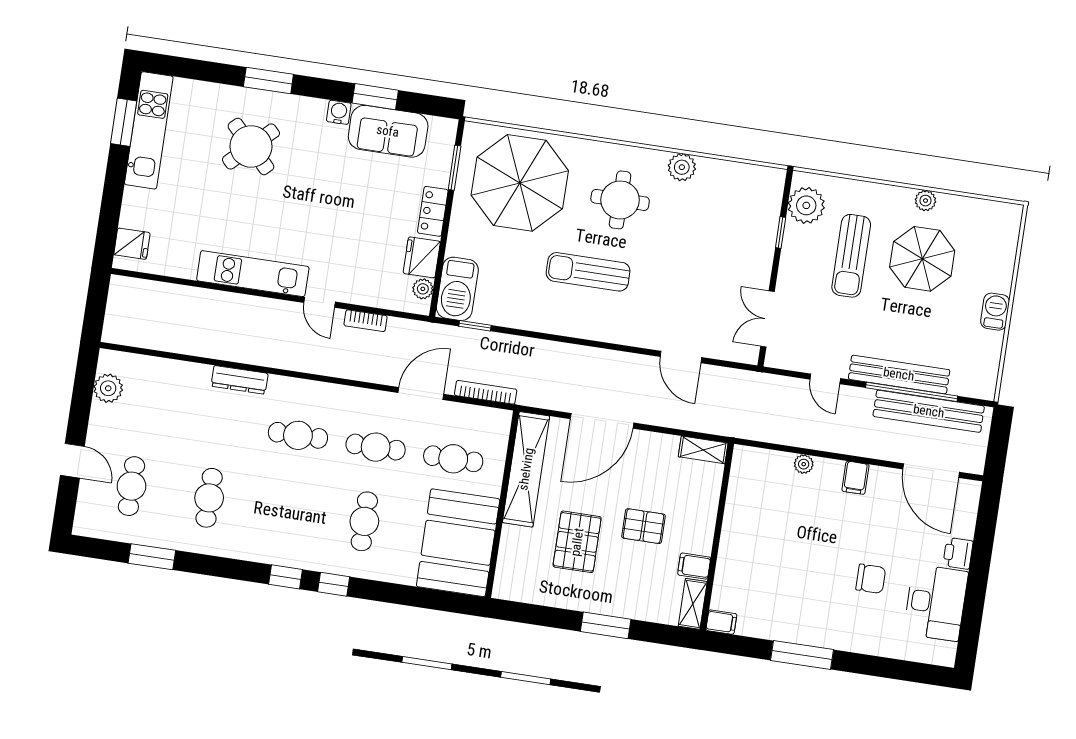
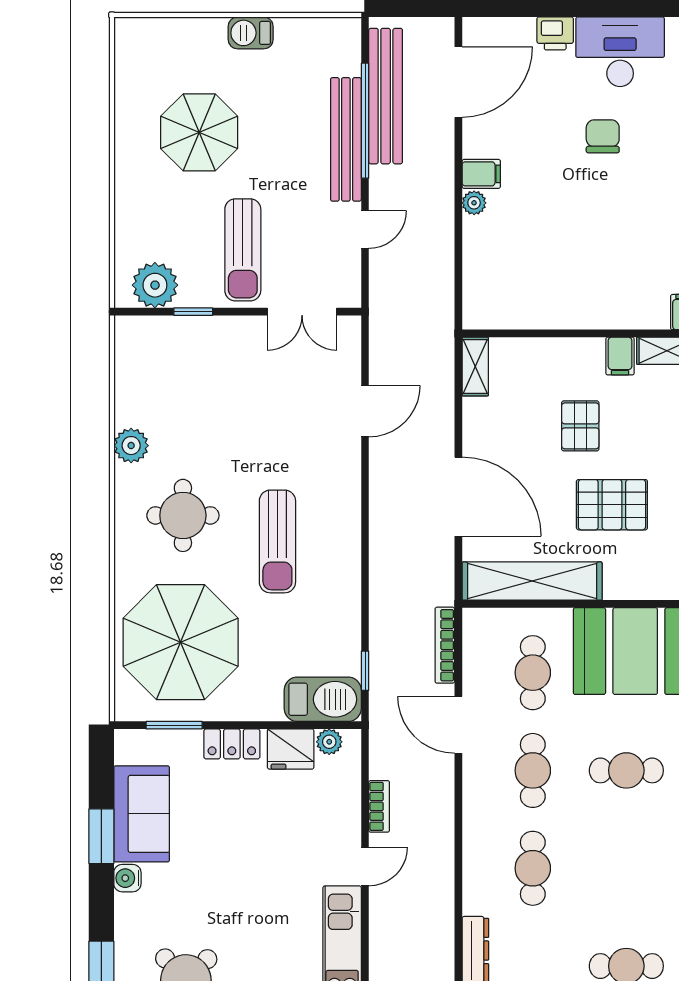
plant: (925, 201) -> (127, 139), removed
sun lounger: (851, 256) -> (243, 250), moved, turned 90
plant: (804, 464) -> (474, 203), moved

